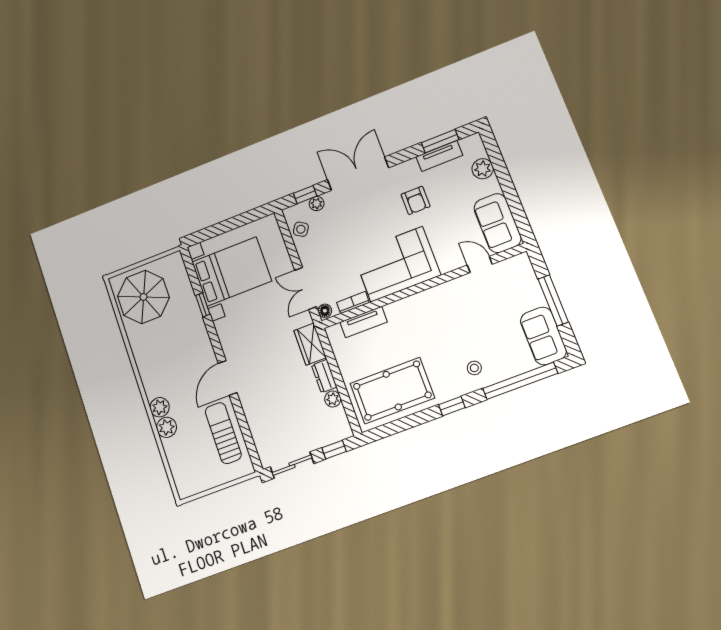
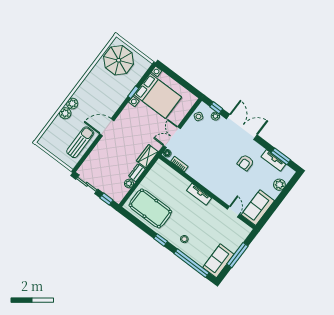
corner sofa: (397, 264) -> (210, 173), removed
tv unit: (364, 322) -> (199, 194), moved

